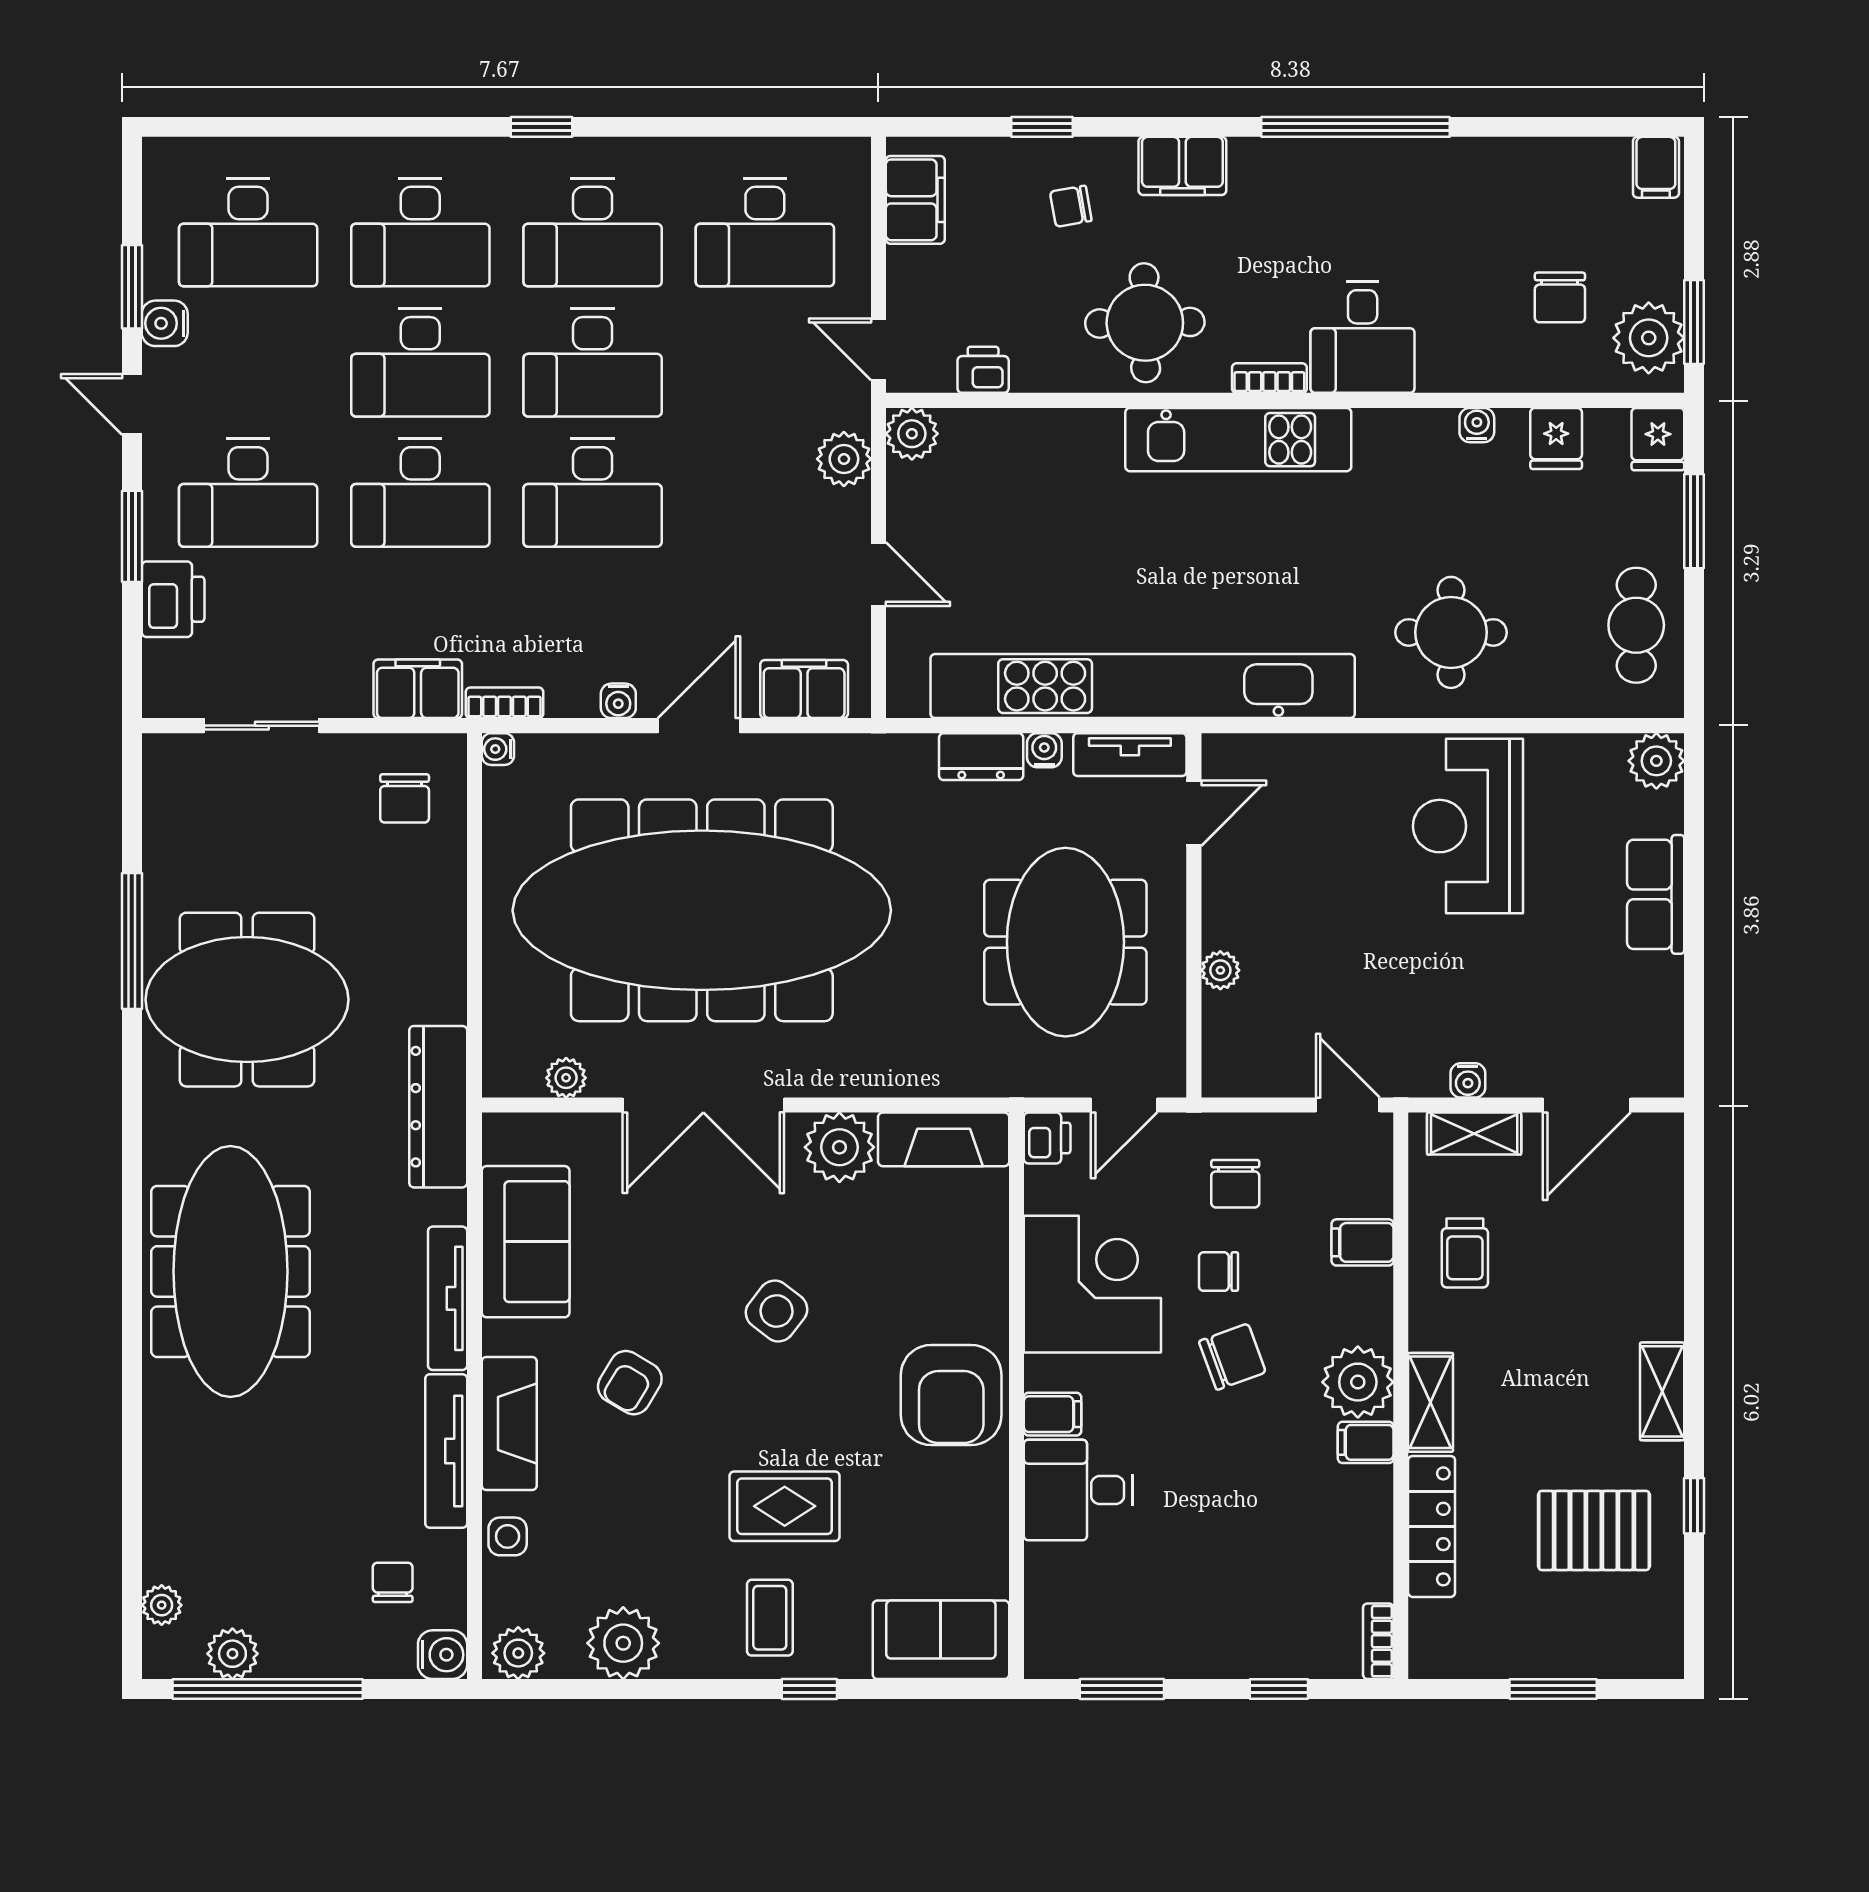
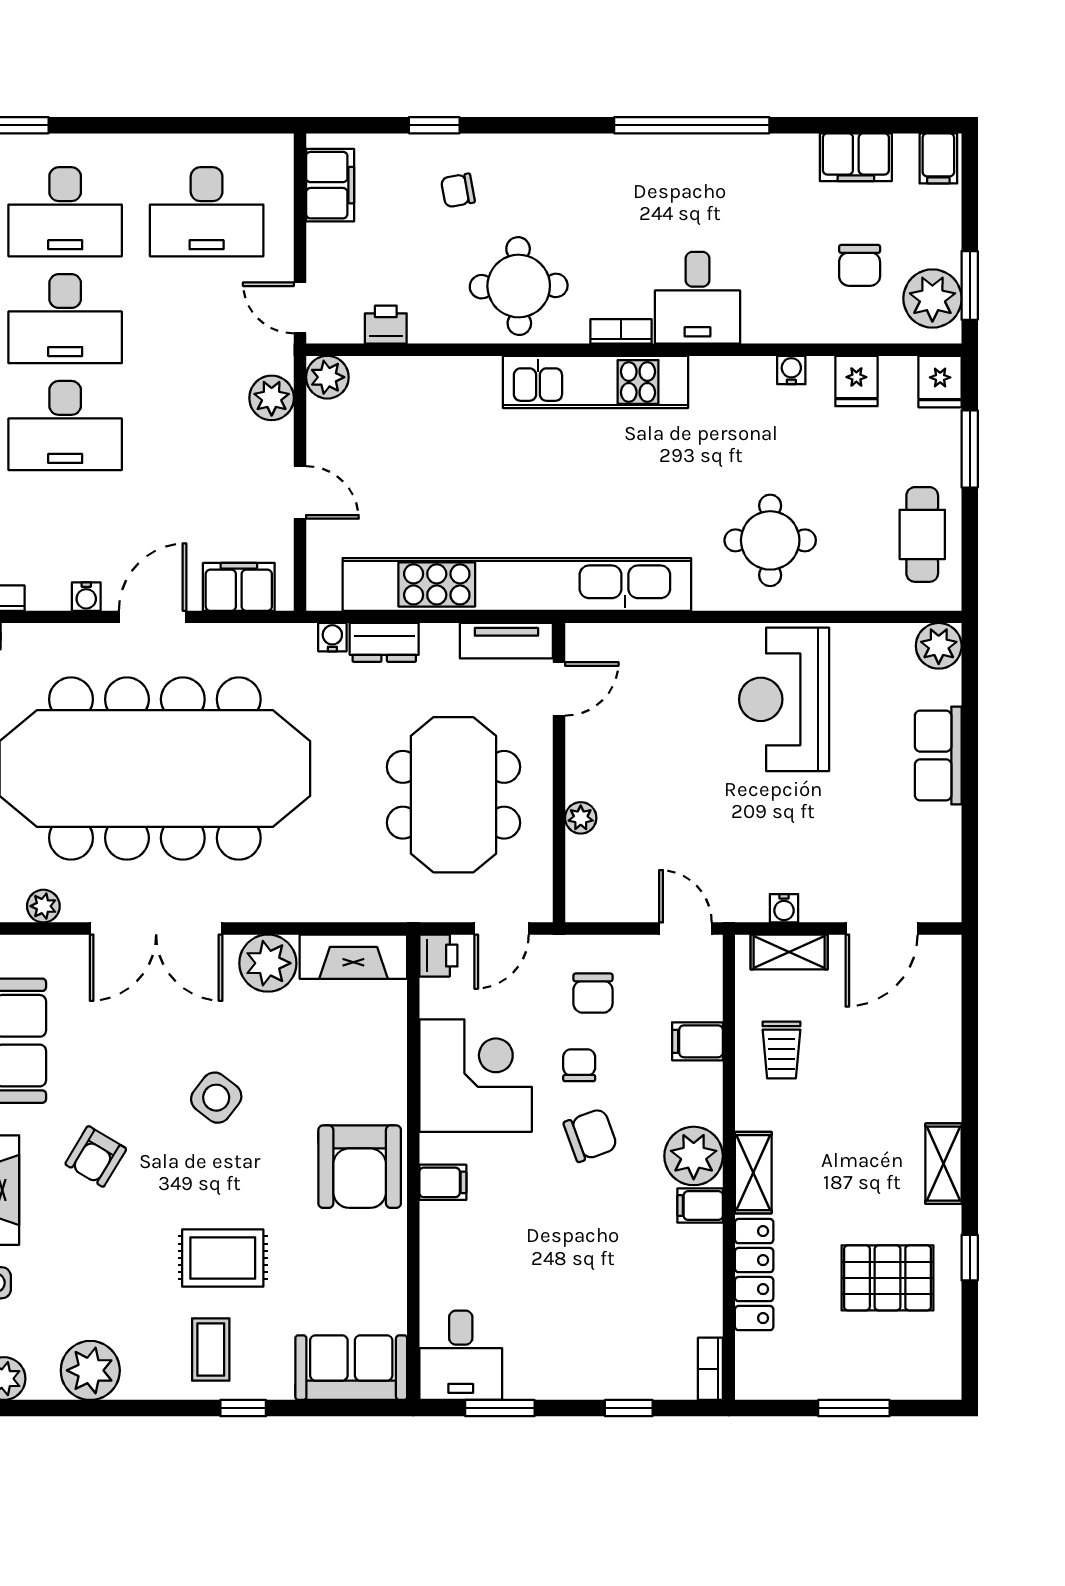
filing cabinet: (1182, 166) -> (856, 157), moved
water cooler: (1044, 750) -> (332, 637), moved
chair: (1218, 1272) -> (579, 1065), turned 90
desk: (1078, 1490) -> (461, 1355), moved, turned -90

